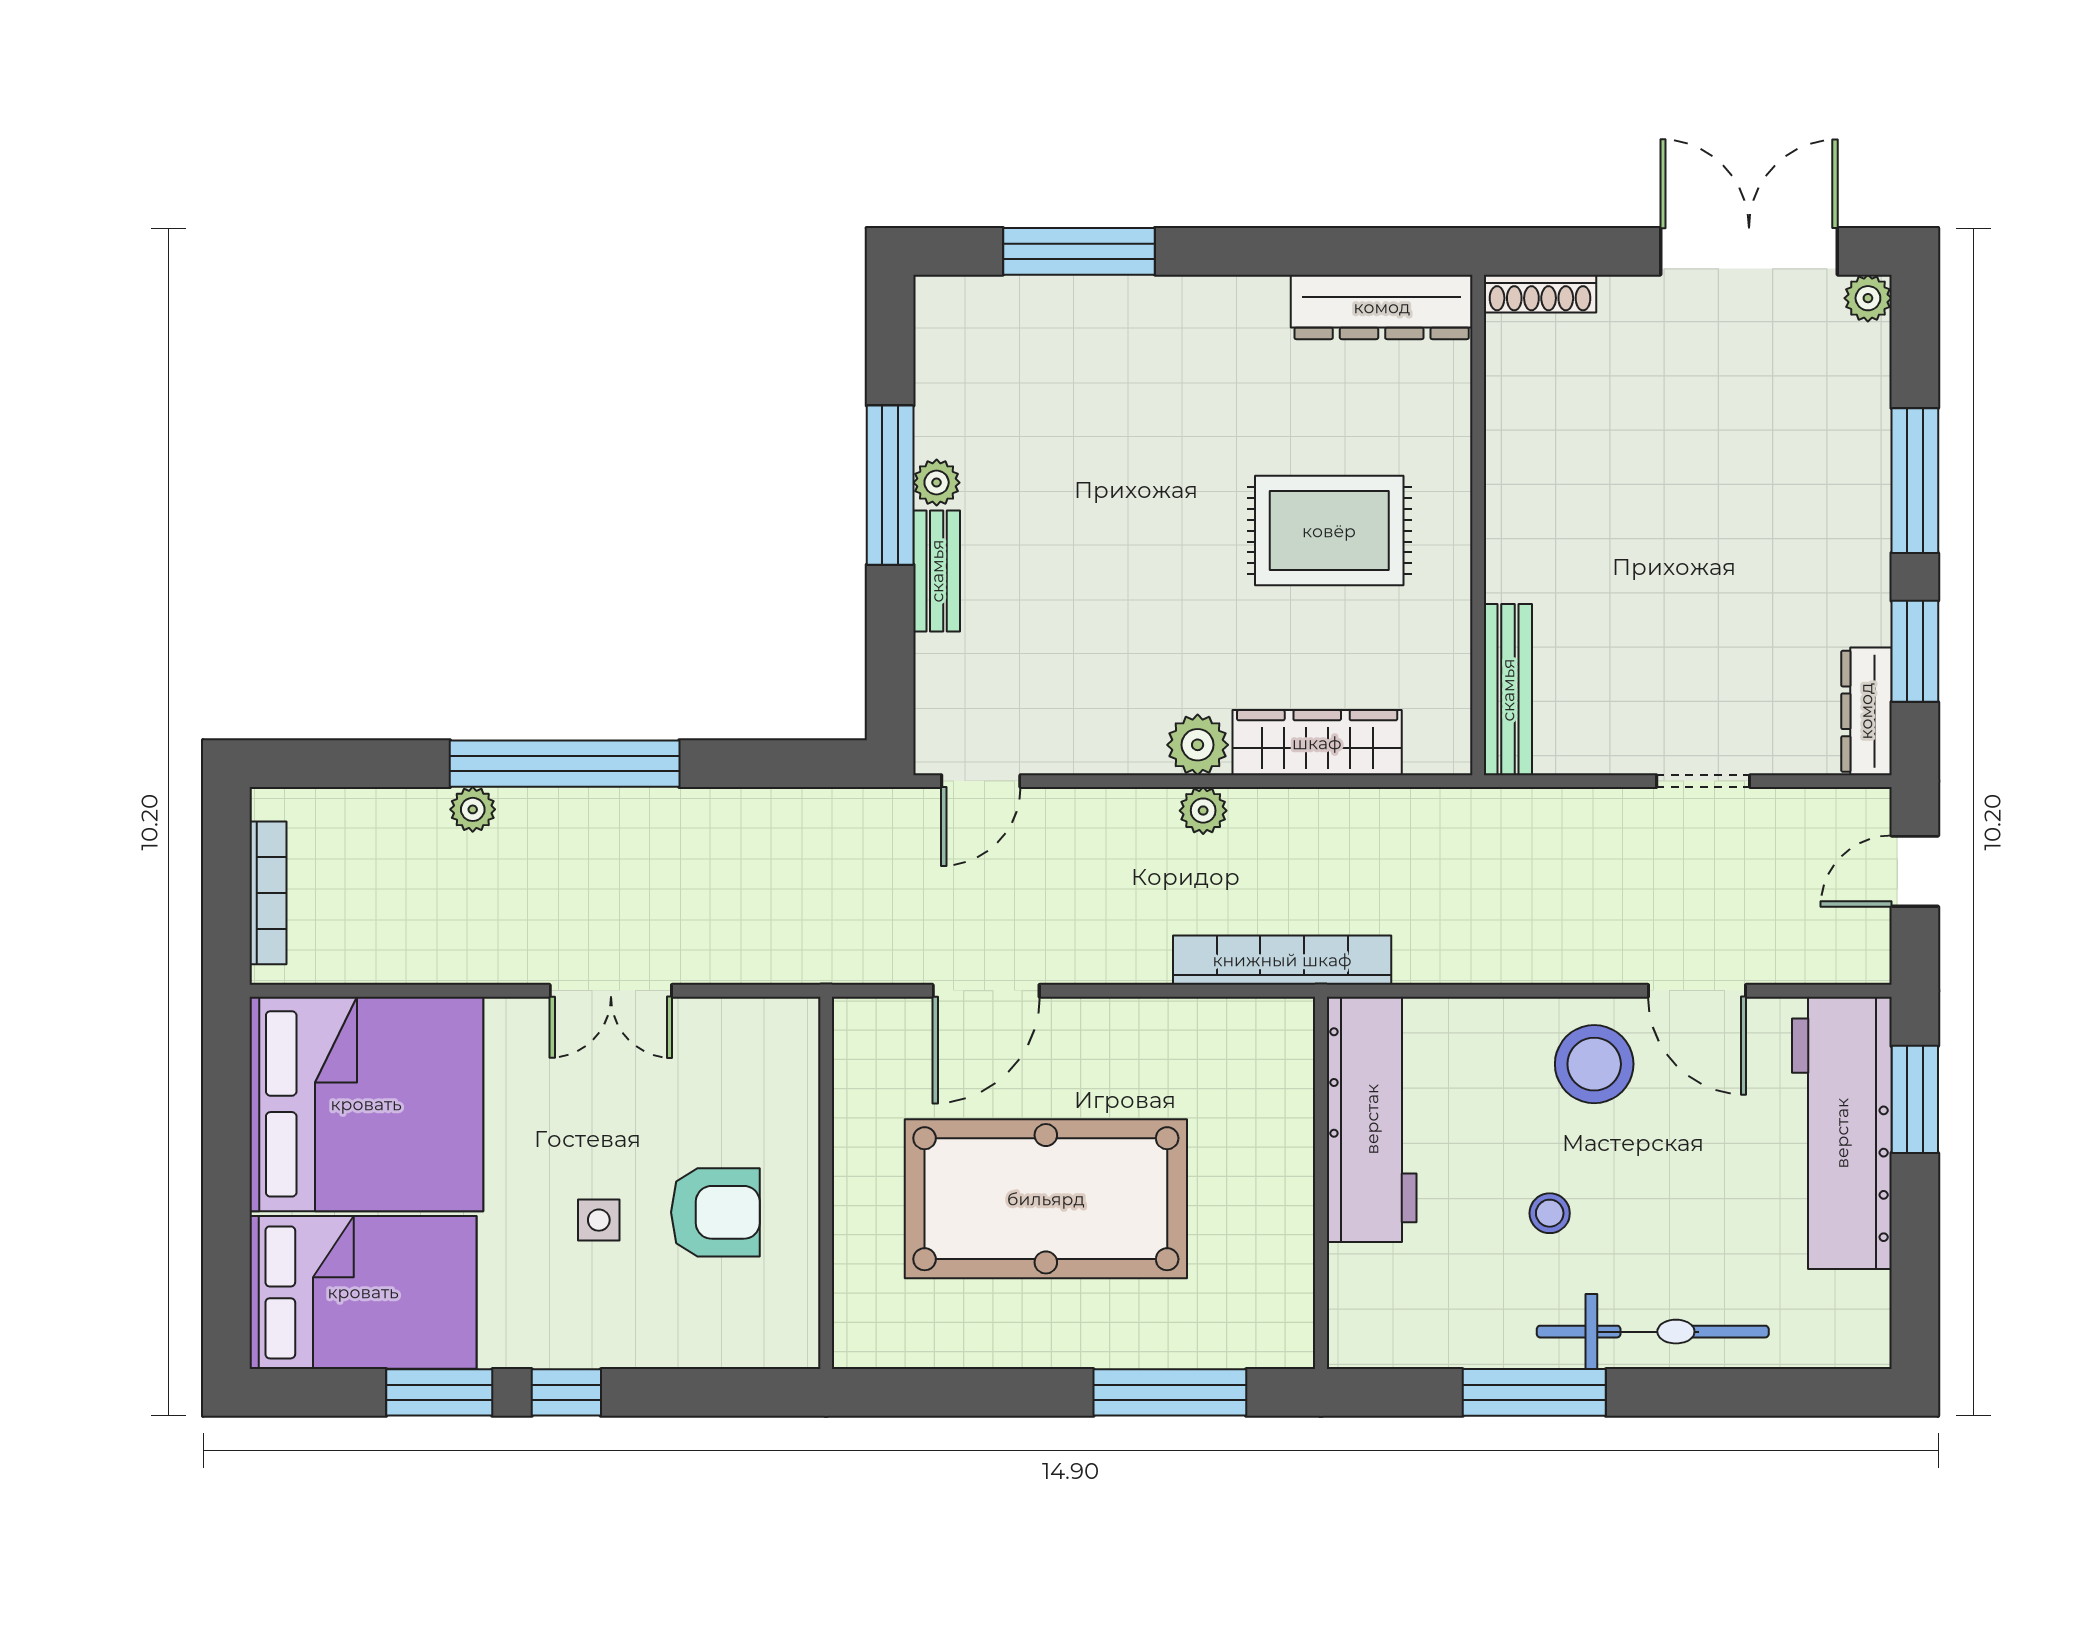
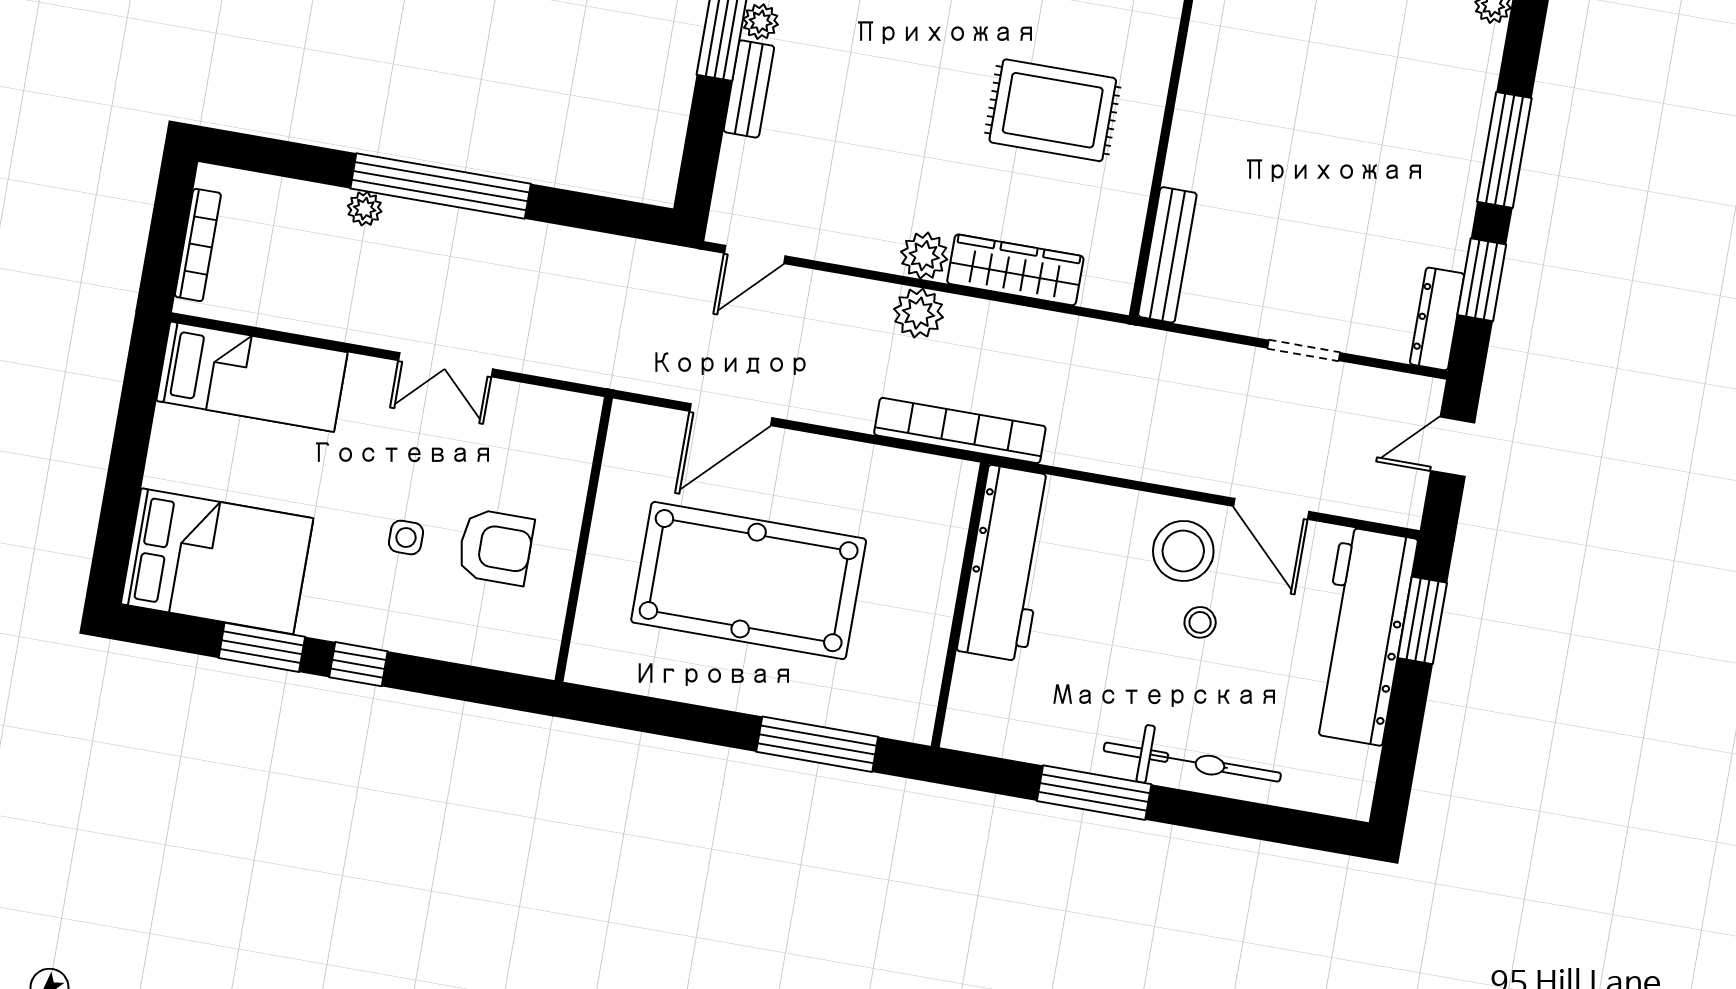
plant: (1203, 811) -> (919, 313), width x1.38, depth x1.38
bed: (366, 1104) -> (252, 377), width x0.49
stool: (1550, 1213) -> (1200, 622), moved

